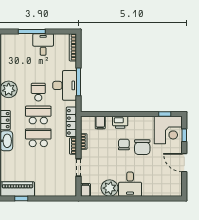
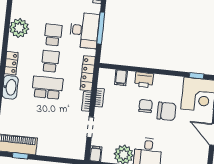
school desk: (38, 115) -> (50, 61), width x0.54
chair: (142, 147) -> (166, 111), turned -90

